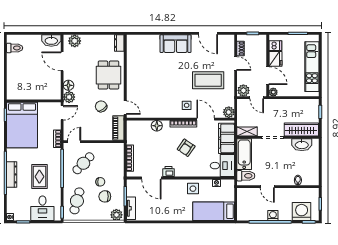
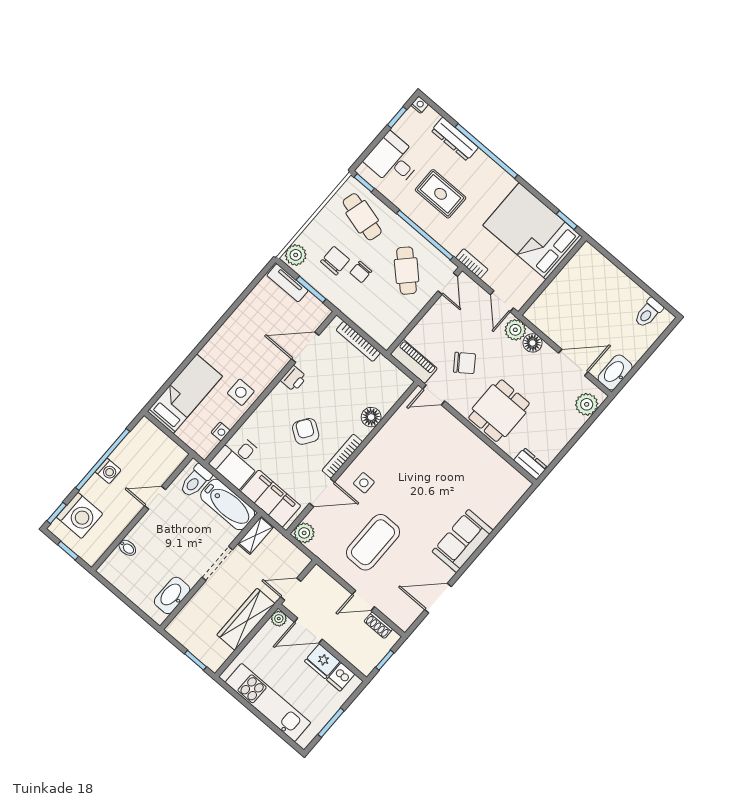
dining table: (108, 75) -> (499, 411), turned 90
plant: (243, 90) -> (317, 579), removed
wardrobe: (301, 129) -> (246, 619), moved, turned 180
dresser: (12, 174) -> (455, 139), moved

